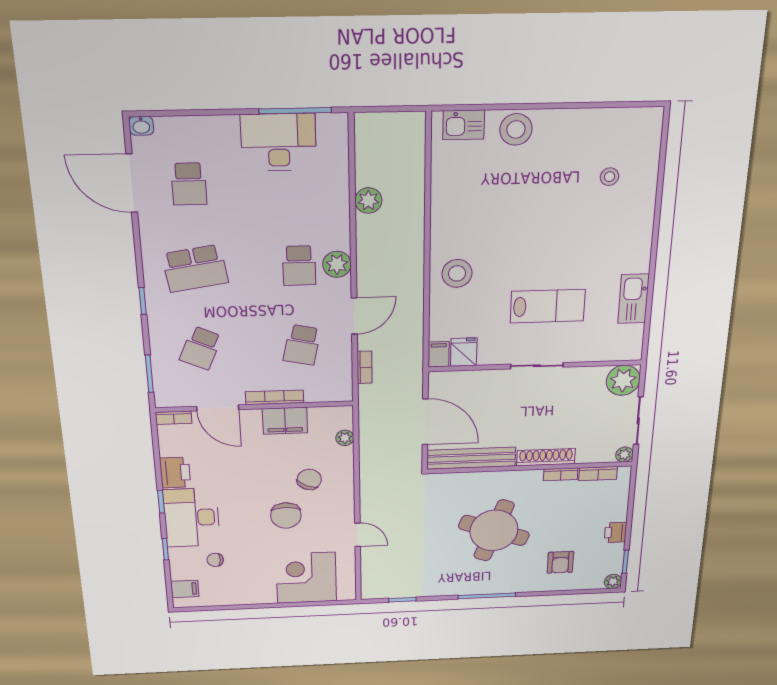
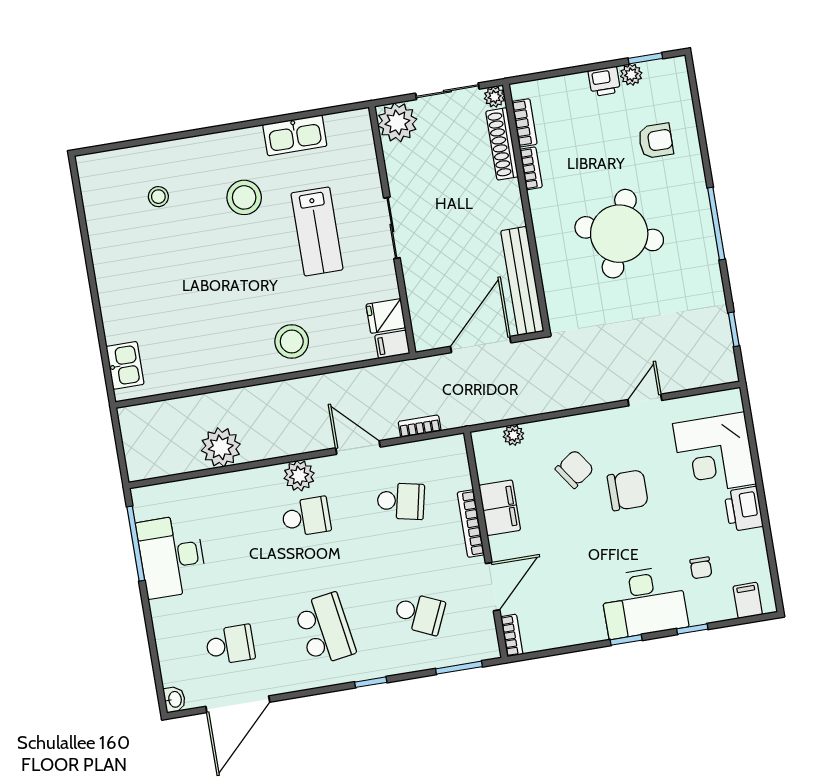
stool: (516, 129) -> (244, 197), moved
plant: (368, 200) -> (221, 447), width x1.36, depth x1.36
lab bench: (548, 306) -> (317, 231), turned 180
shoe rack: (546, 457) -> (502, 144), moved
printer: (175, 473) -> (744, 509), moved, turned -90
chair: (309, 479) -> (575, 469), turned 120
plant: (613, 581) -> (631, 75), moved

